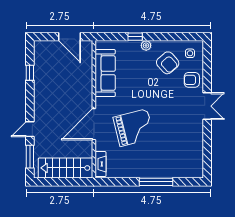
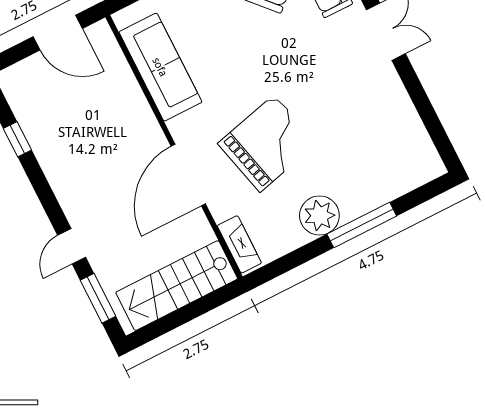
plant: (140, 169) -> (319, 215), added

